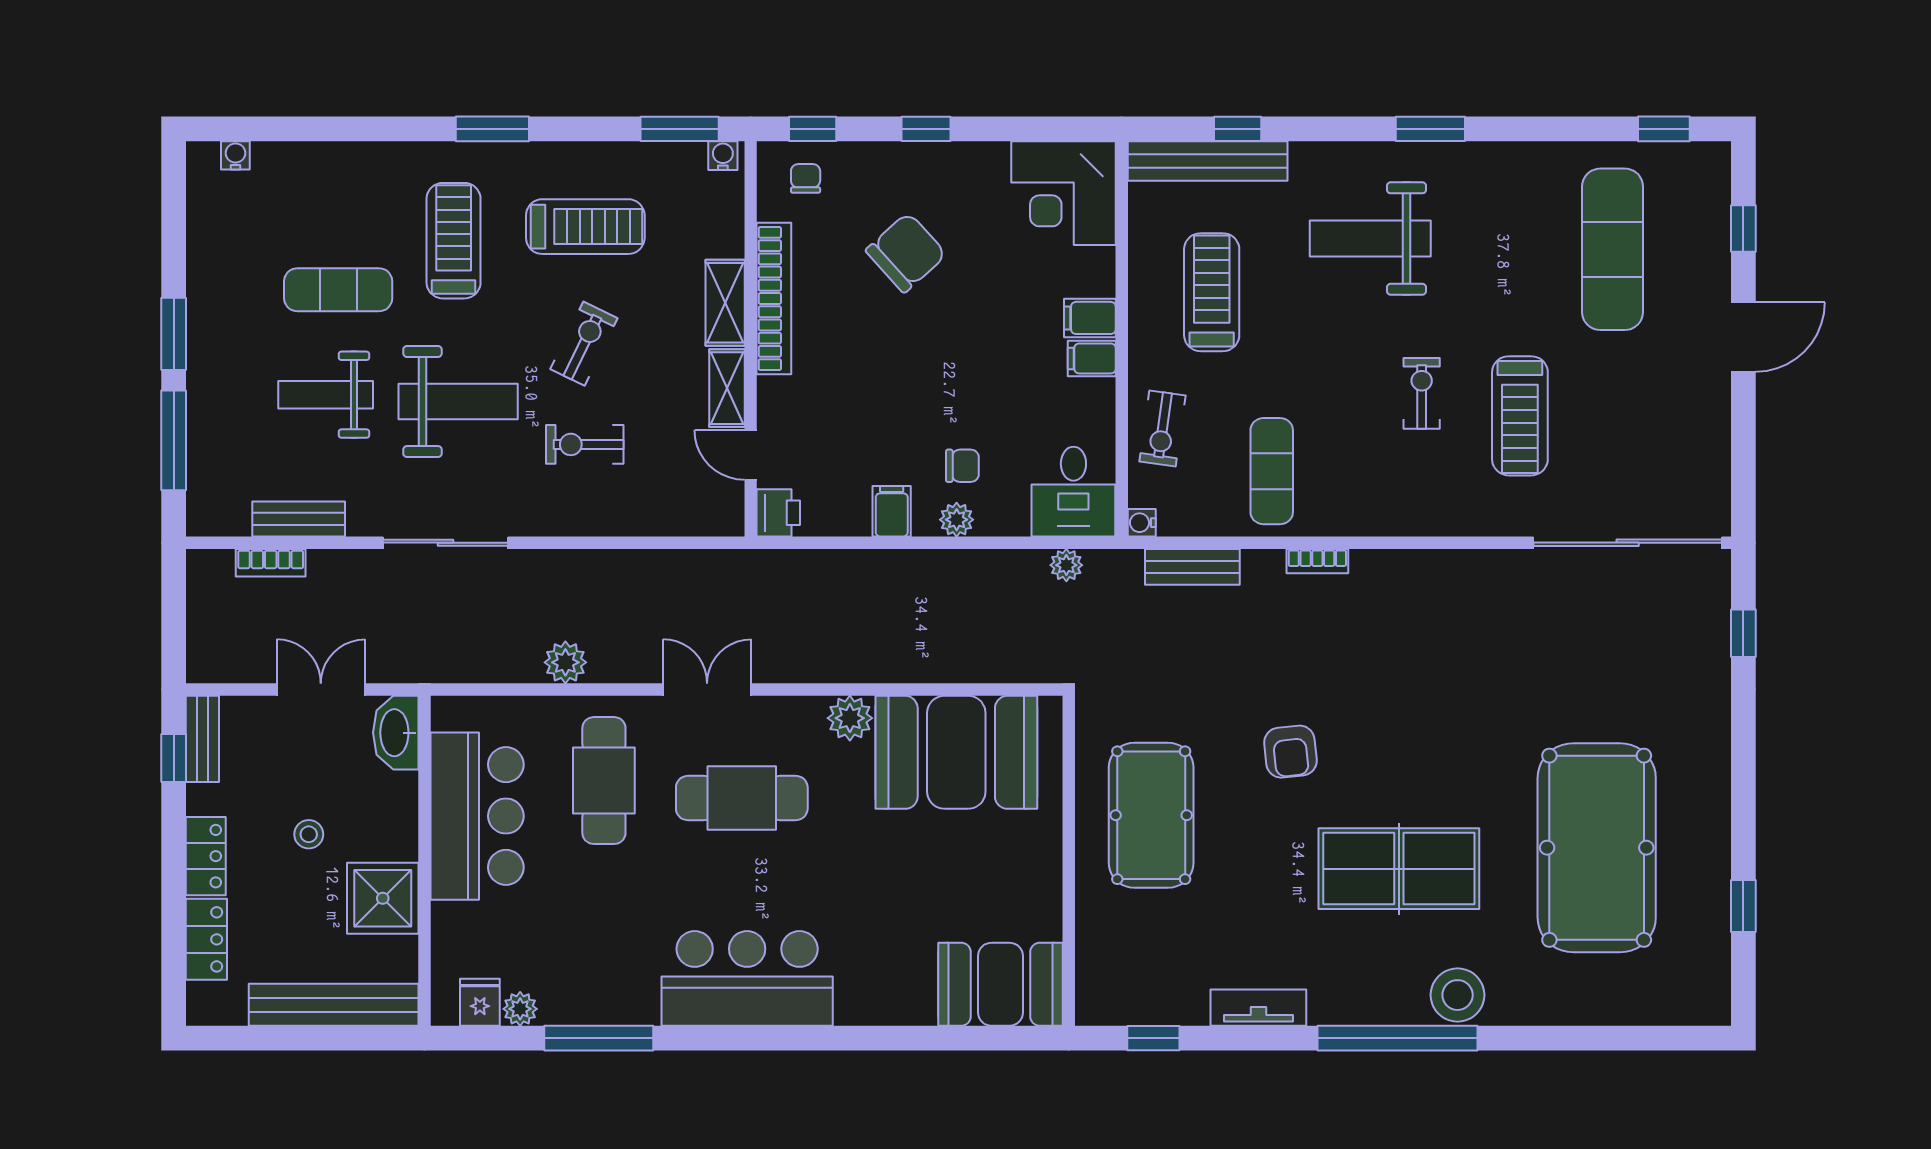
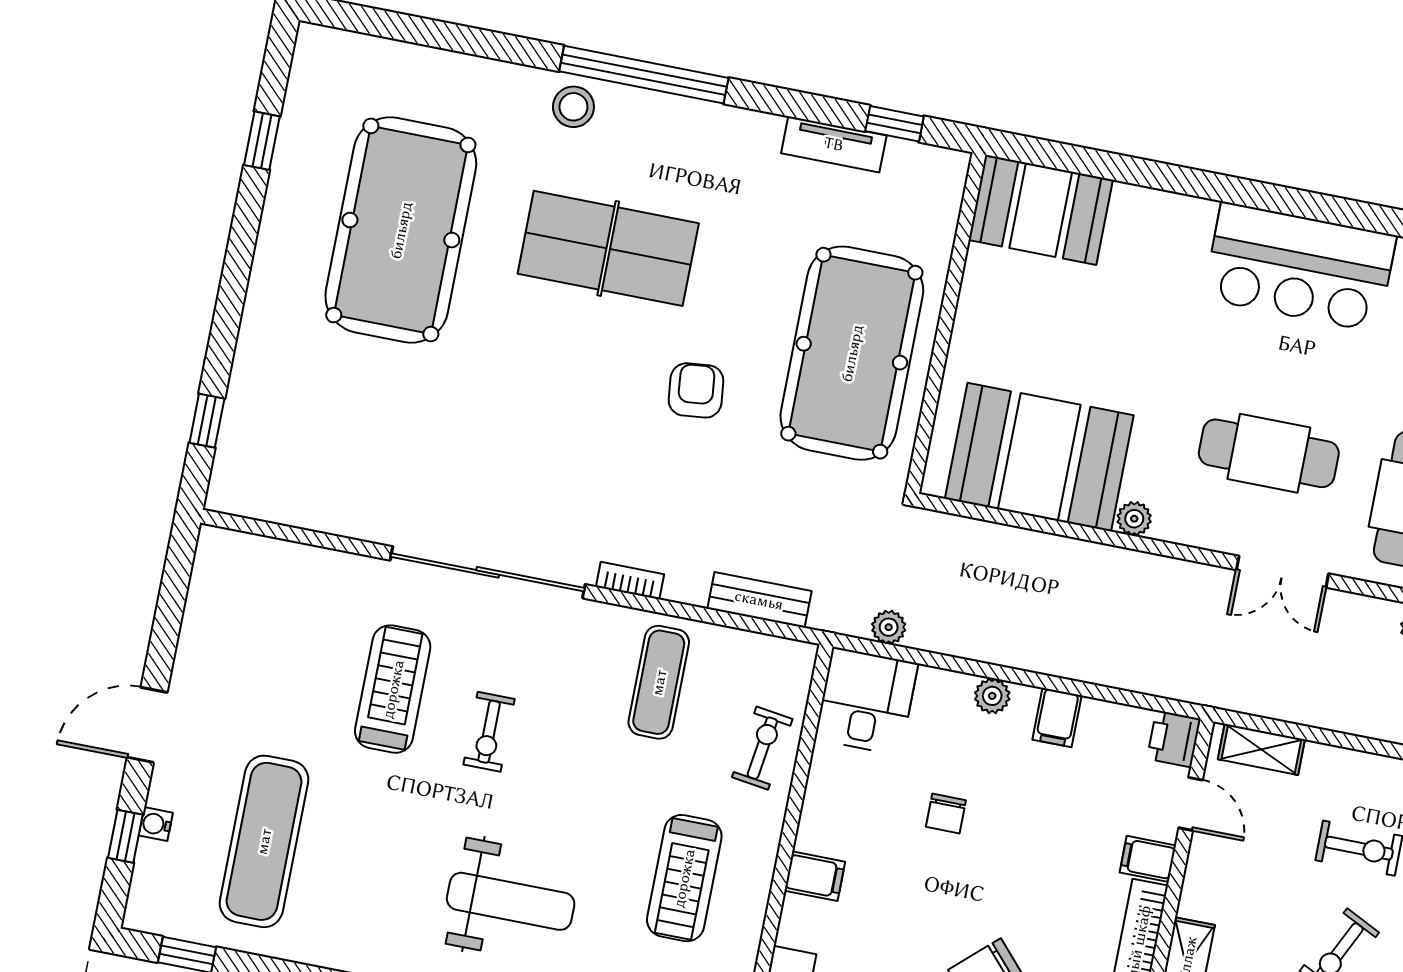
filing cabinet: (1092, 358) -> (1148, 859), moved, turned 180
shelving: (727, 388) -> (1261, 749), moved, turned 90
chair: (962, 466) -> (946, 814), moved, turned -90
water cooler: (1142, 523) -> (156, 824), moved, turned 180
sliding door: (1628, 543) -> (488, 572), moved
plant: (850, 718) -> (1134, 519), width x0.73, depth x0.73
pool table: (1151, 815) -> (852, 353), width x1.36, depth x1.32
stool: (1458, 995) -> (573, 107), width x0.73, depth x0.73
tv unit: (1258, 1008) -> (834, 144), moved

